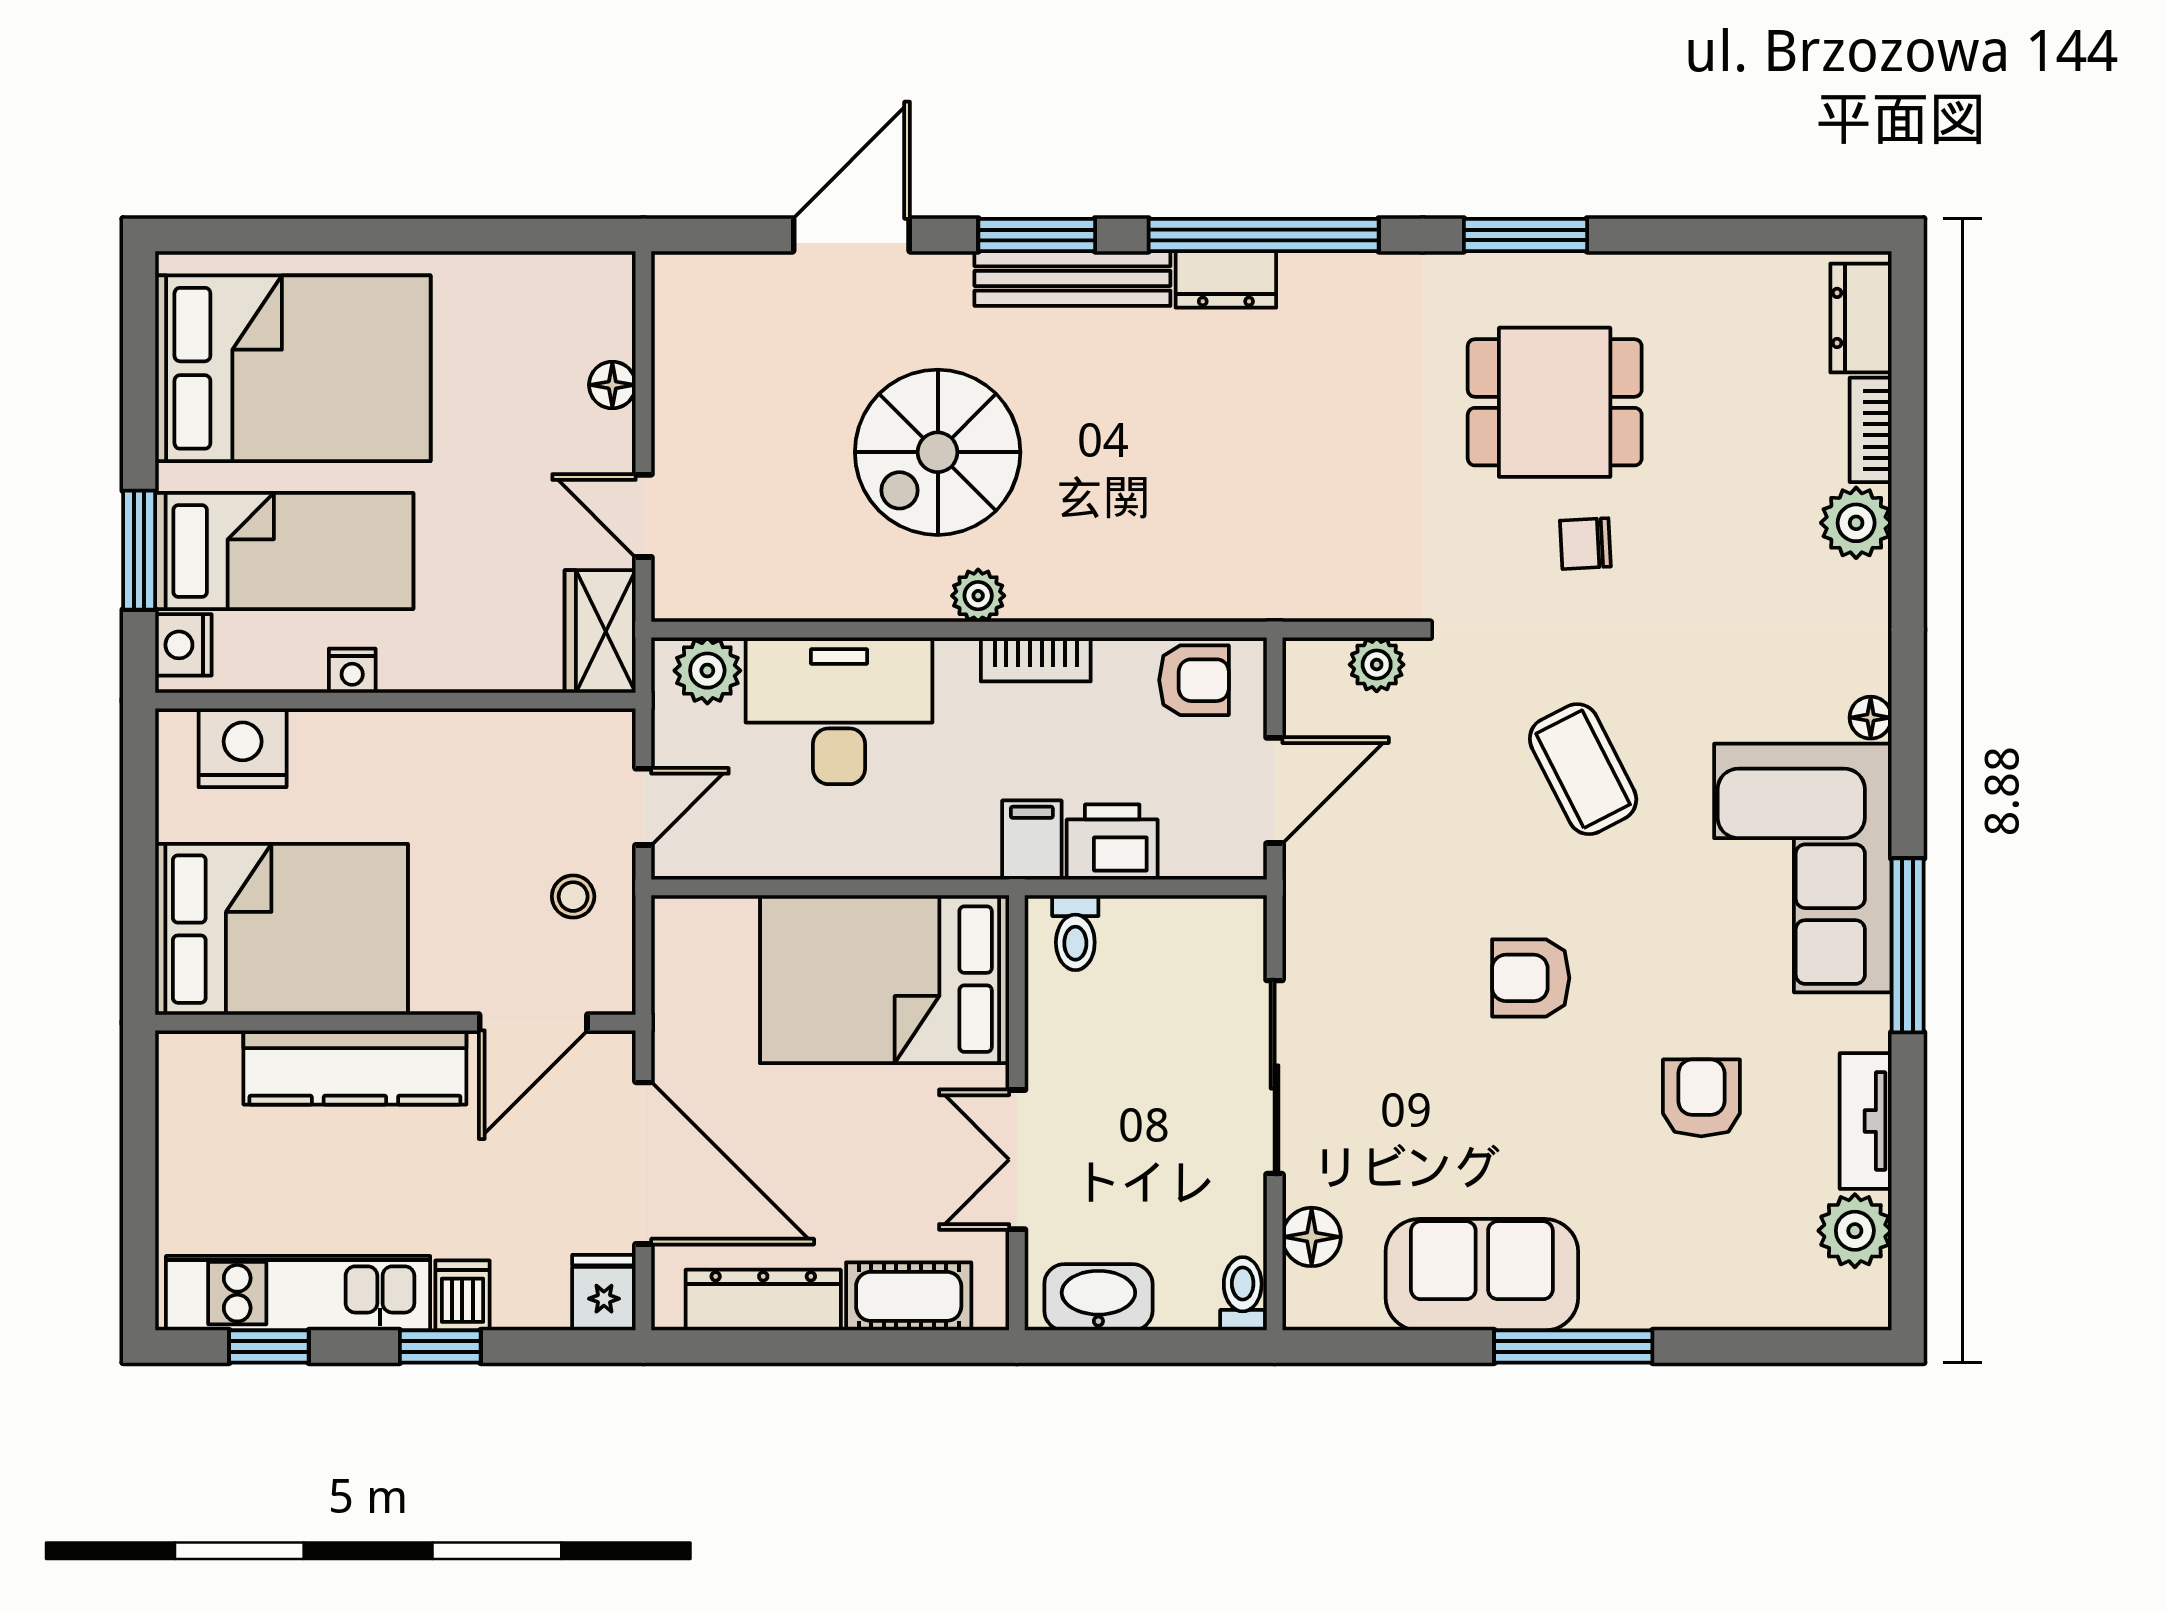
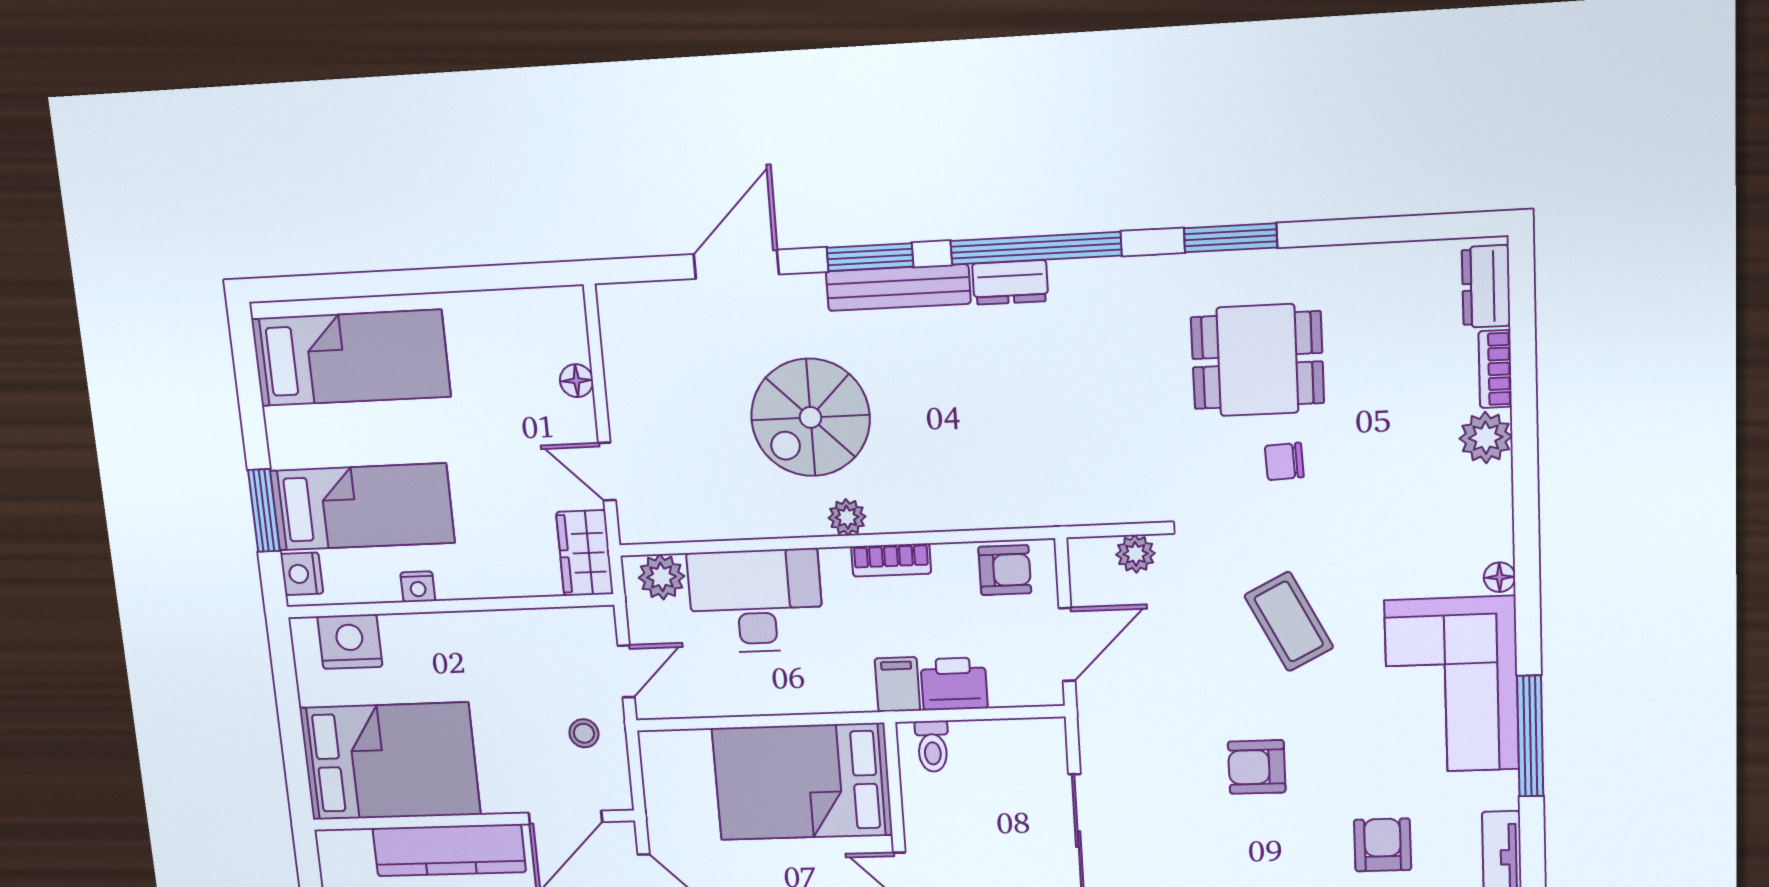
bed: (293, 368) -> (351, 358), width x0.67

